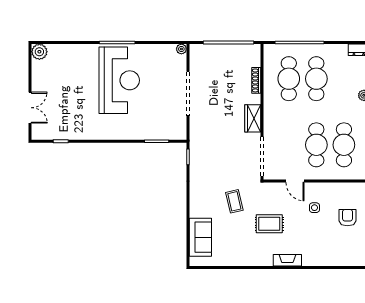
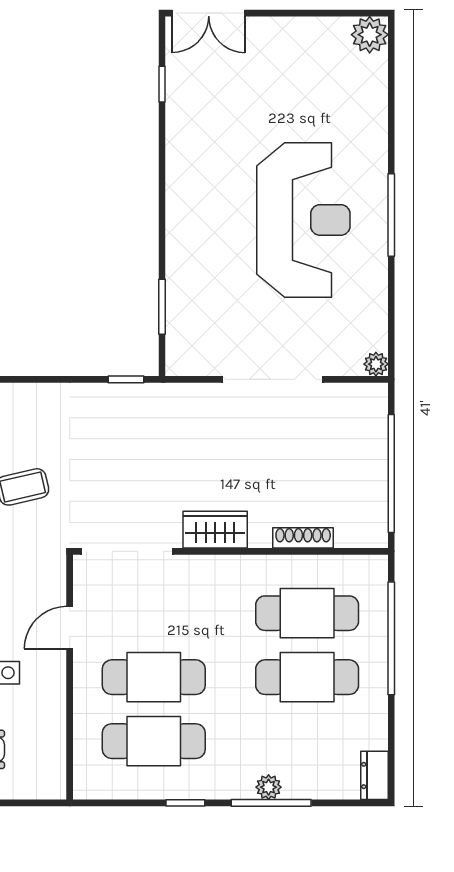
reception desk: (119, 80) -> (303, 220), turned -90
double door: (30, 108) -> (209, 13), moved

